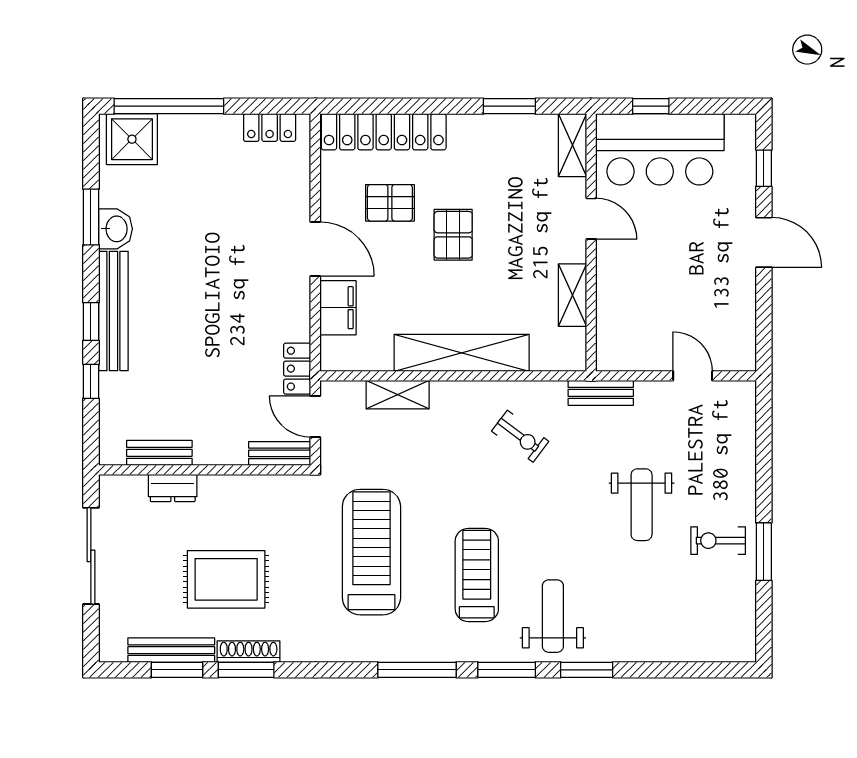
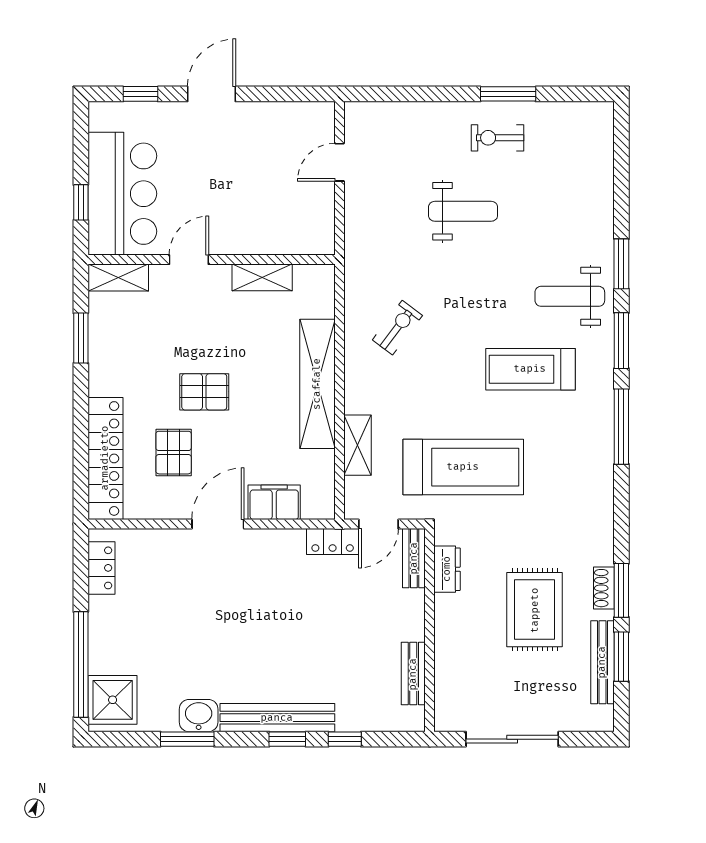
bench: (601, 393) -> (356, 250), removed
dresser: (173, 488) -> (447, 569), moved
exercise bike: (718, 541) -> (498, 138), turned 90
treadmill: (371, 552) -> (463, 467), moved, turned 180
shoe rack: (249, 652) -> (604, 588), width x0.70

